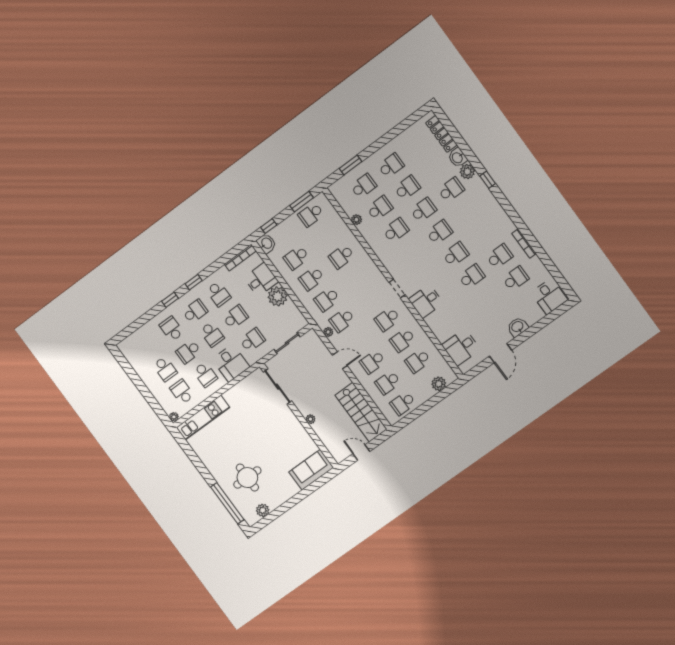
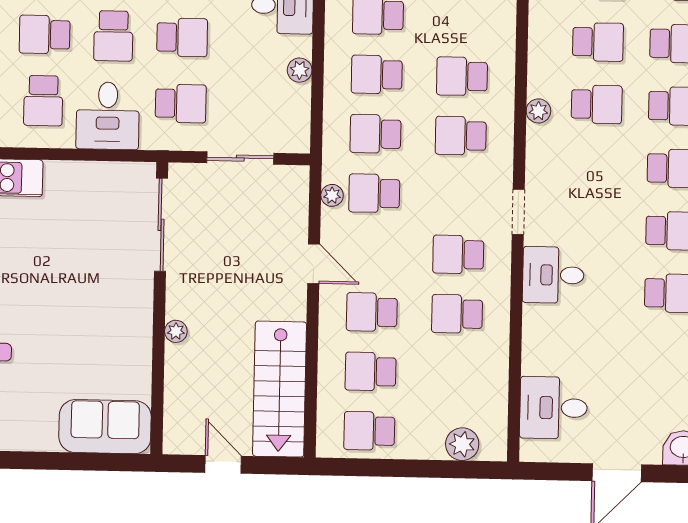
plant: (356, 220) -> (538, 111), moved
plant: (278, 296) -> (300, 70), width x0.53, depth x0.53
school desk: (418, 361) -> (461, 136), moved

